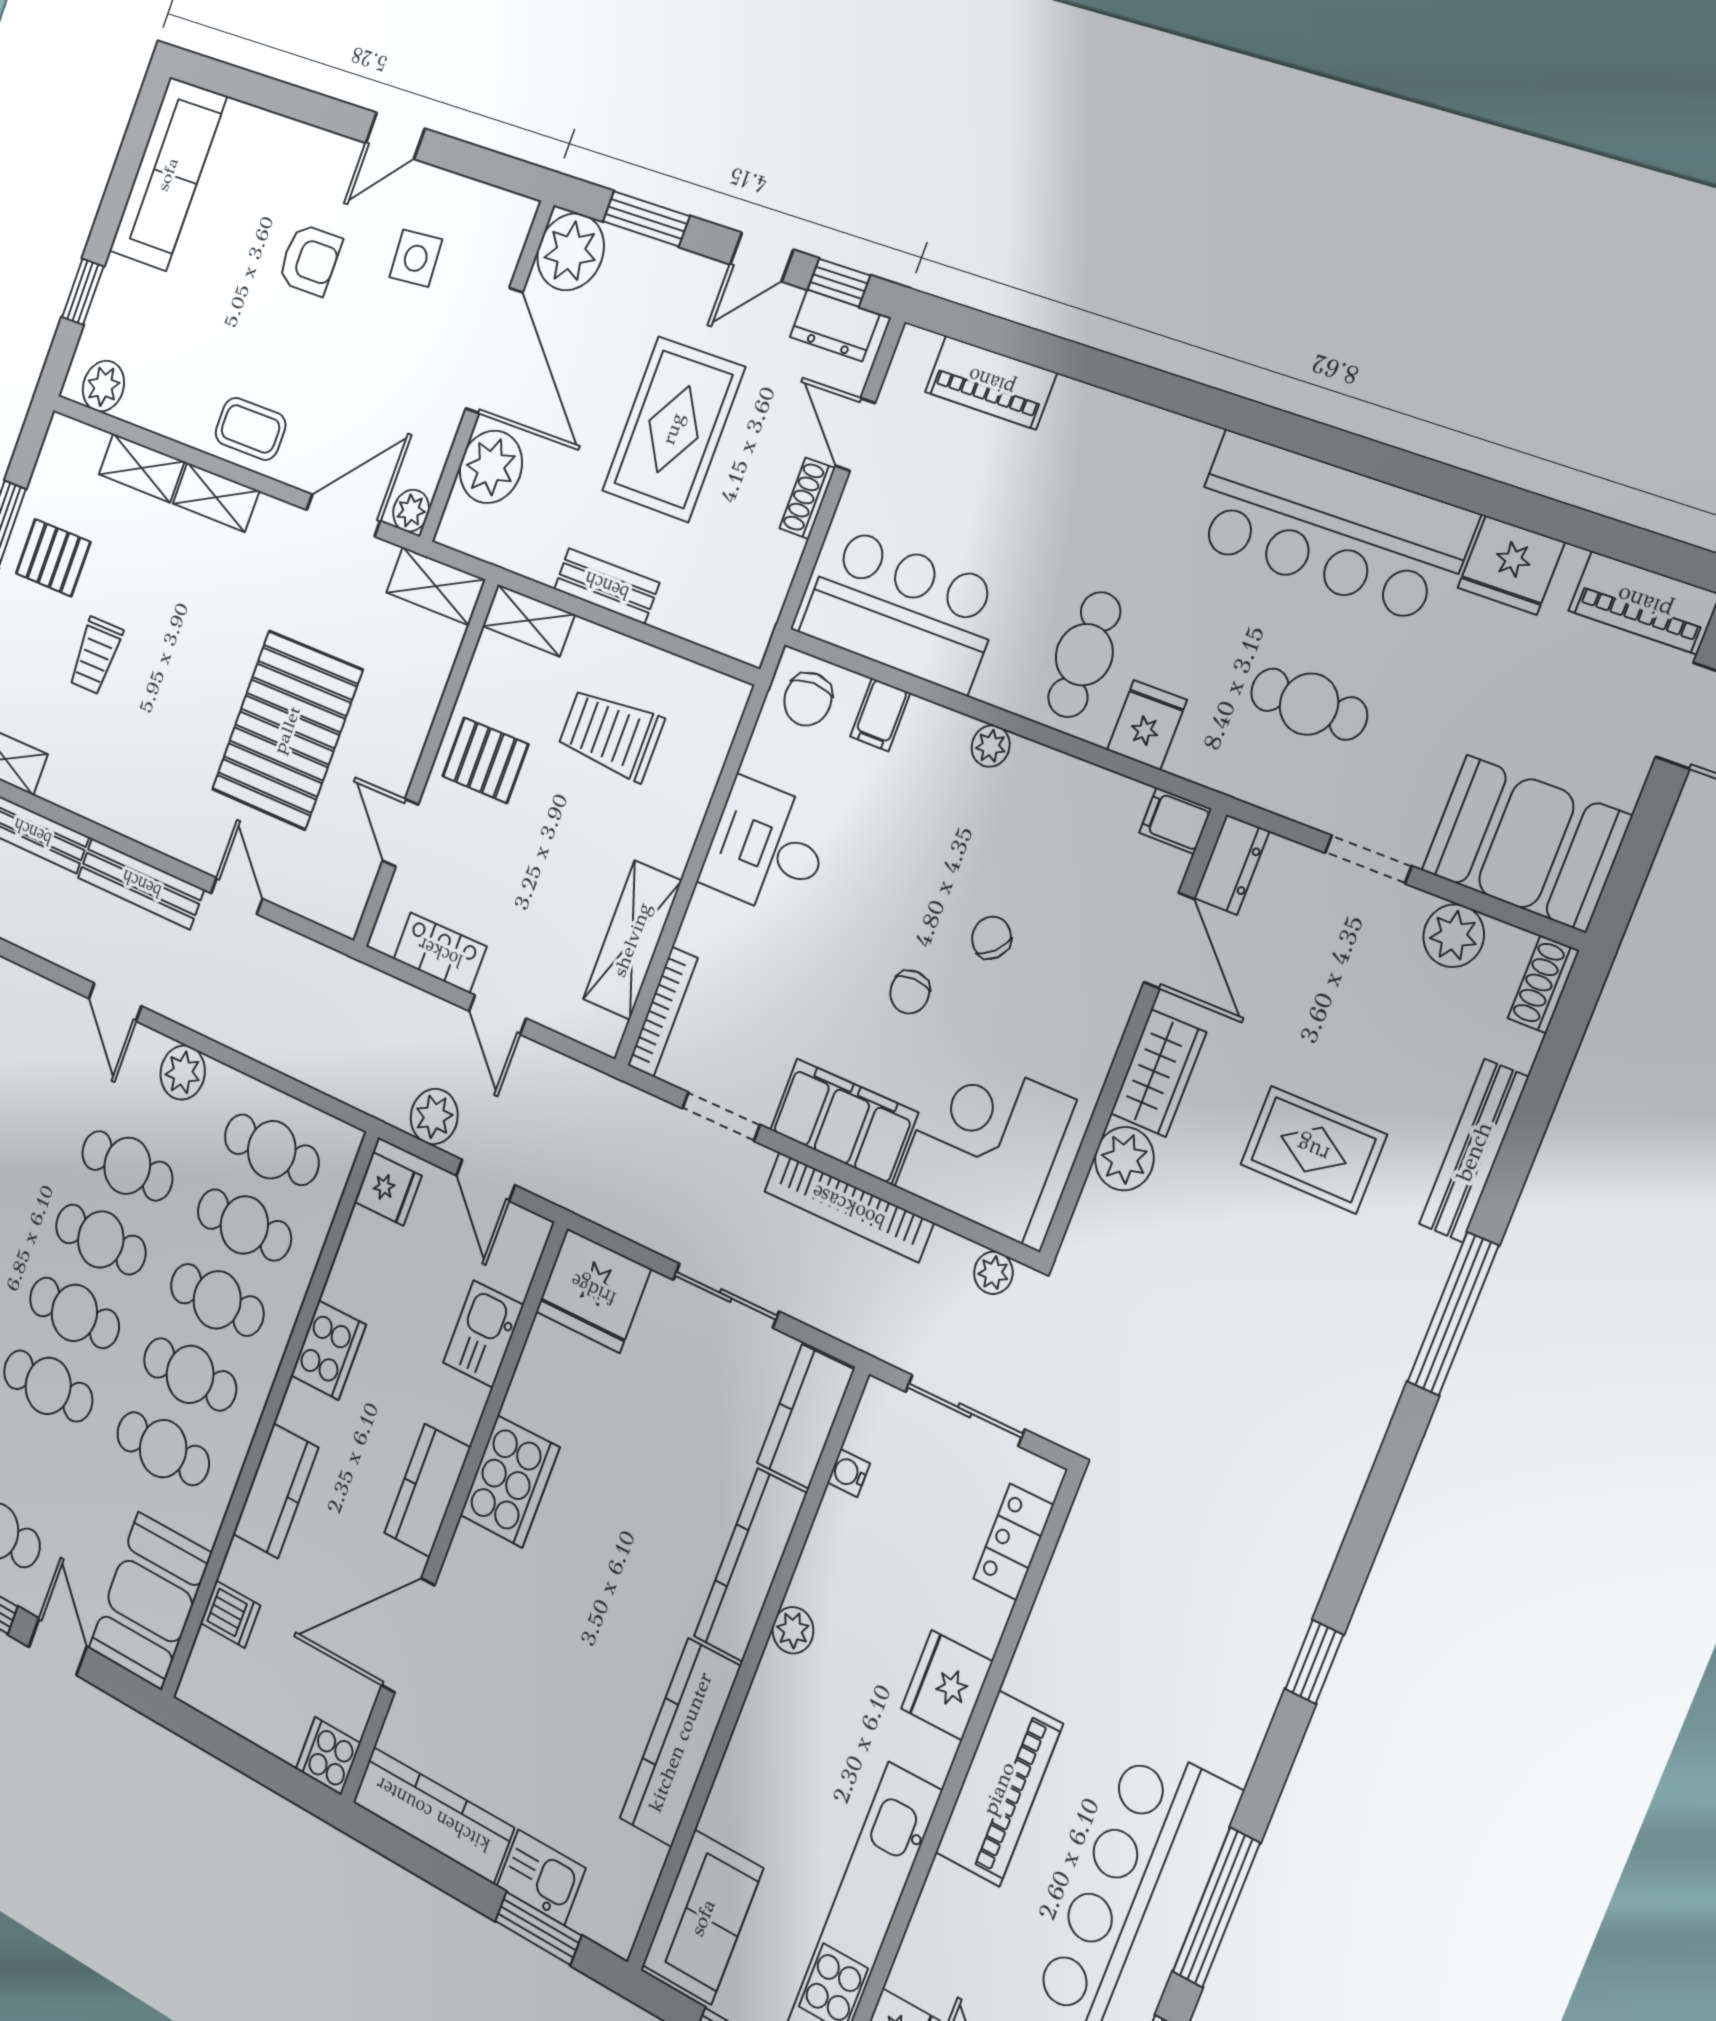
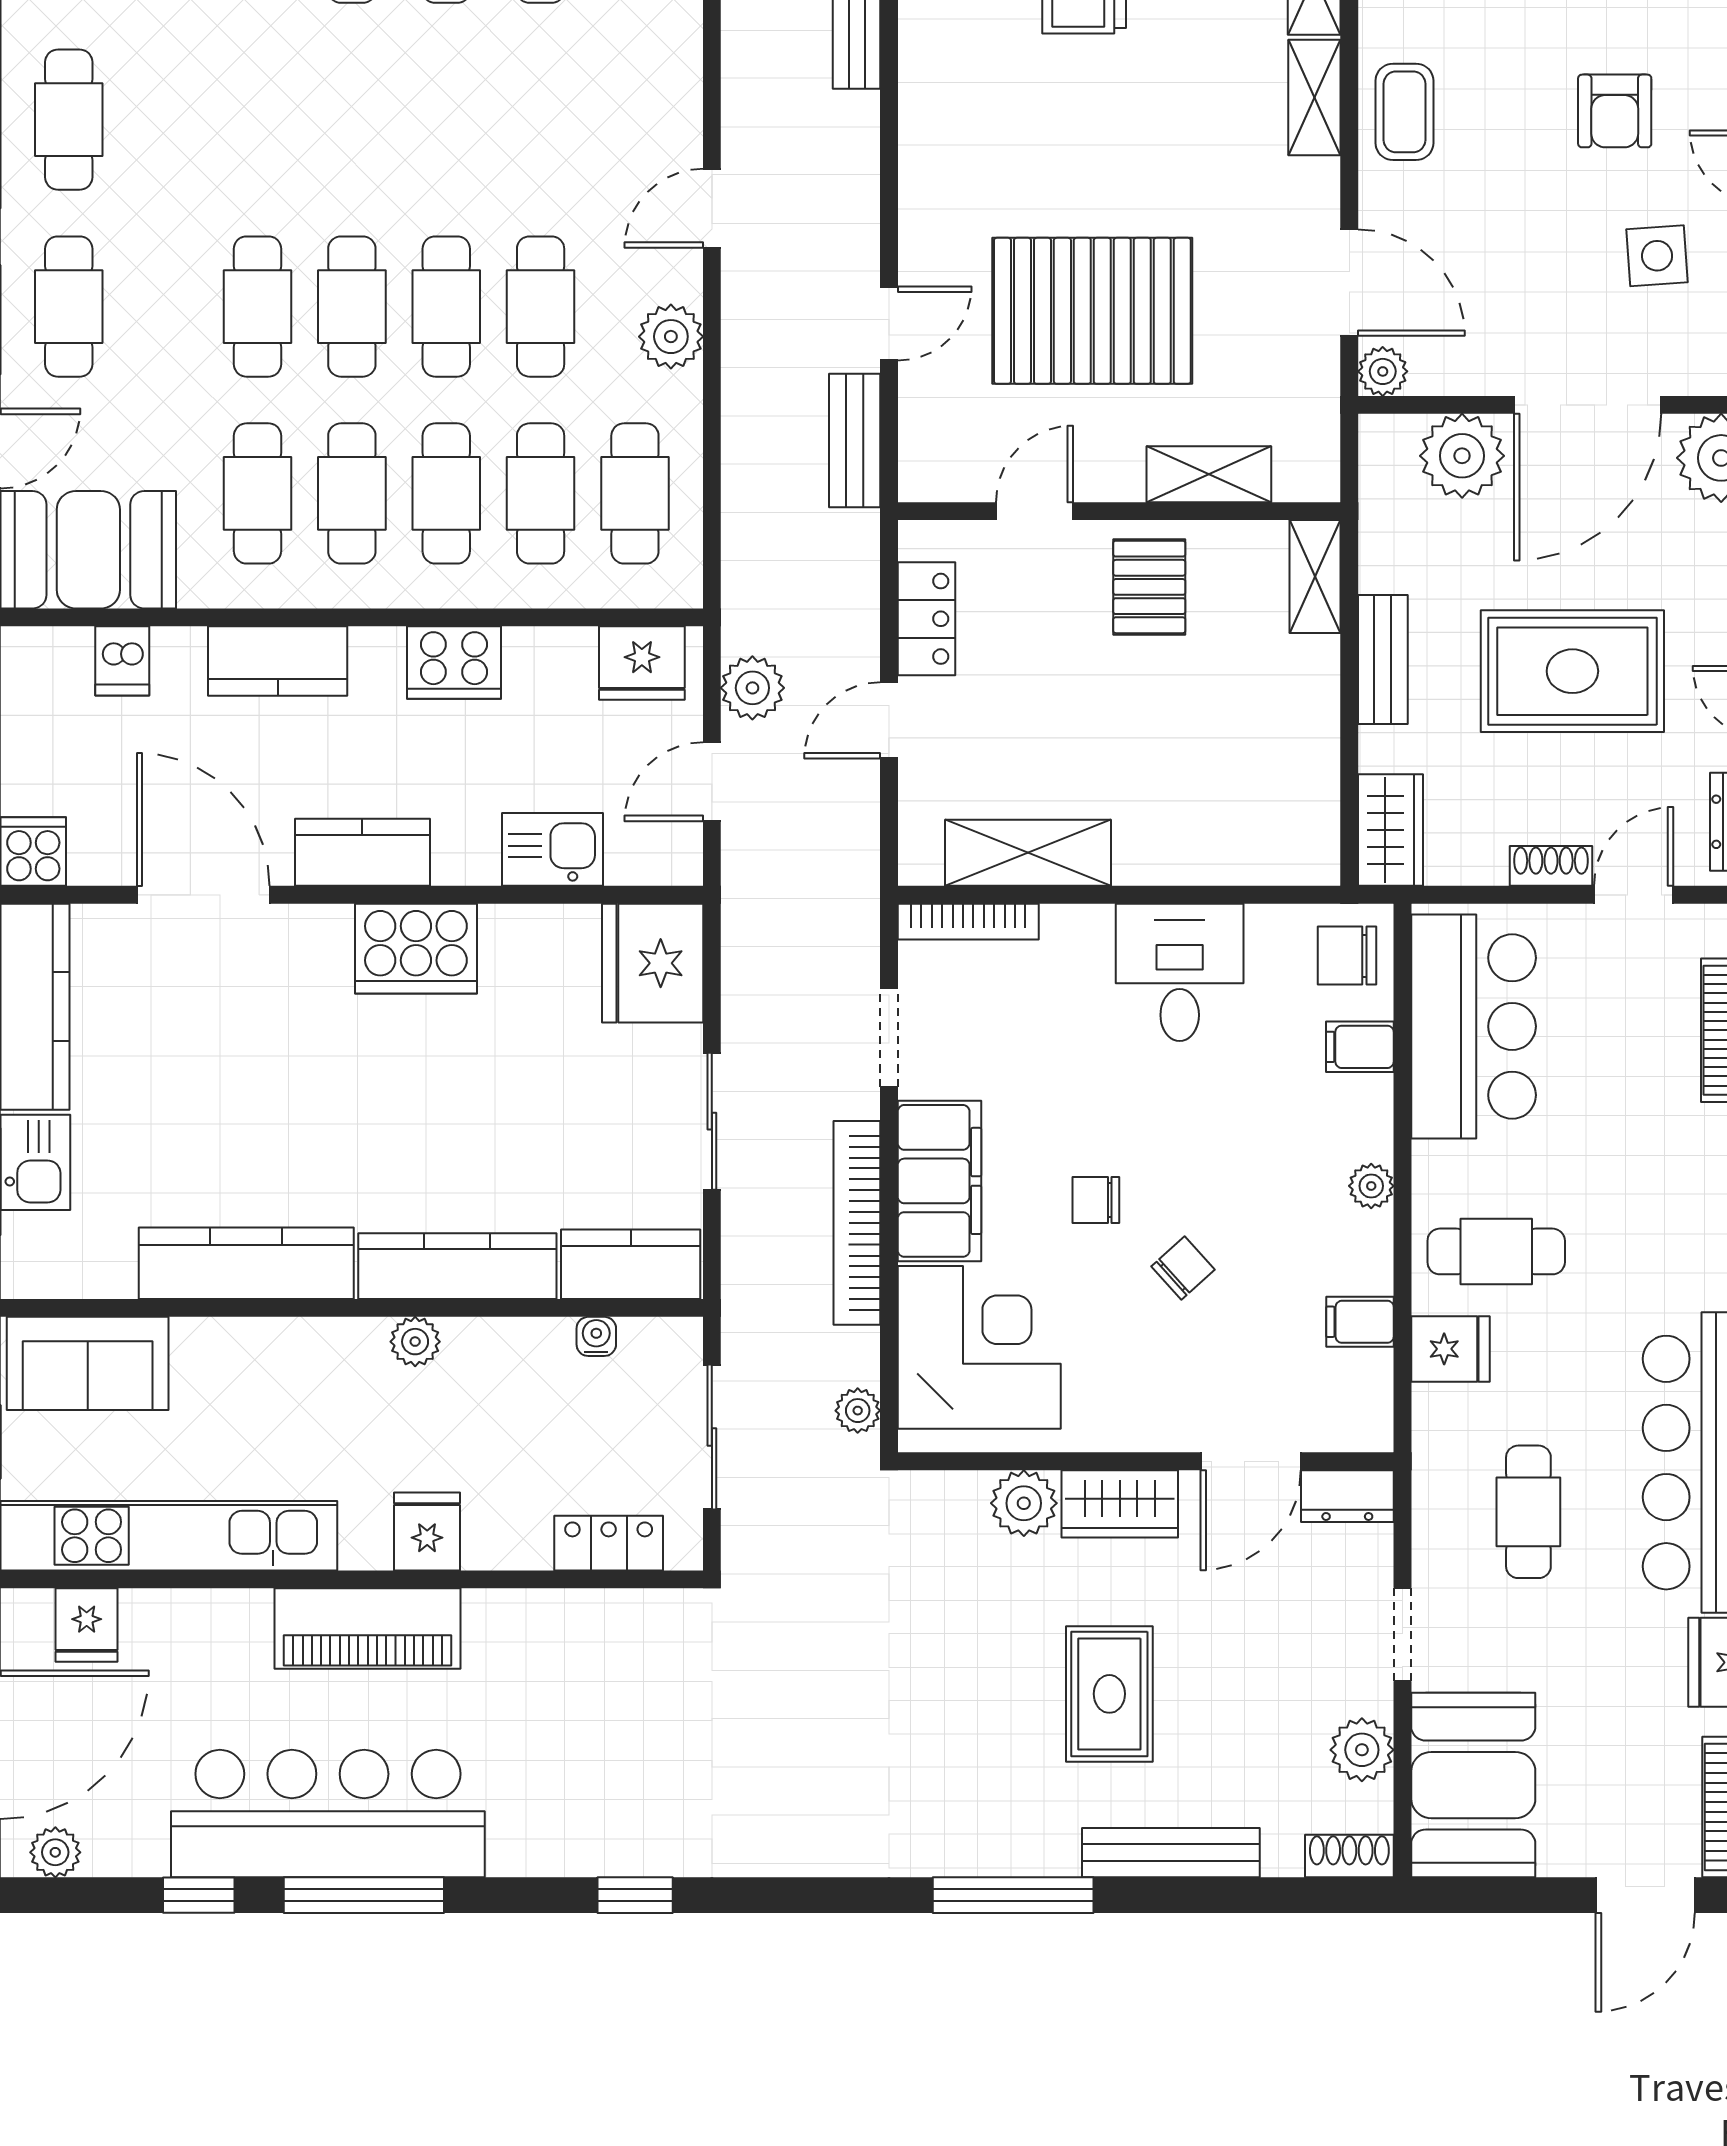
shelving: (436, 586) -> (1209, 474), moved, turned 90
wardrobe: (730, 626) -> (1391, 830), added
trolley: (611, 734) -> (1231, 733), removed
filing cabinet: (1175, 821) -> (1360, 1322), moved, turned -90
bench: (141, 884) -> (855, 440), moved, width x0.73
fridge: (388, 1189) -> (642, 663), width x1.38
fridge: (947, 1685) -> (427, 1531), width x0.72

